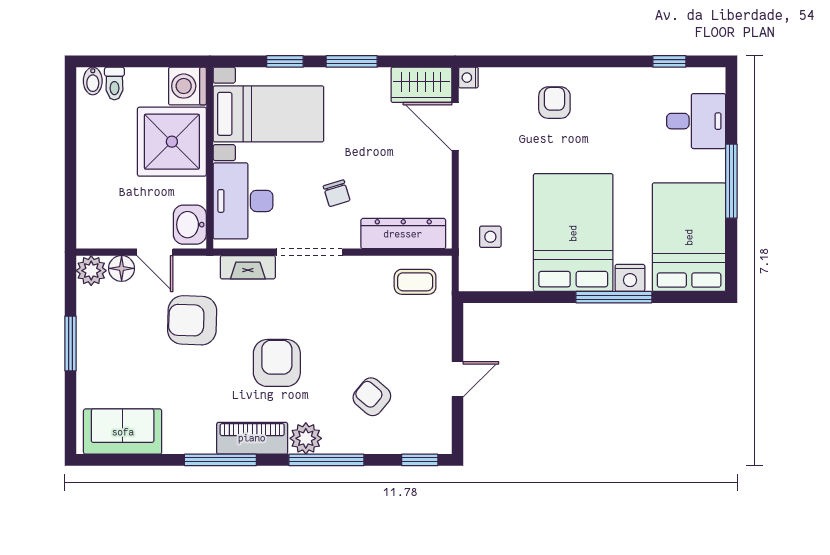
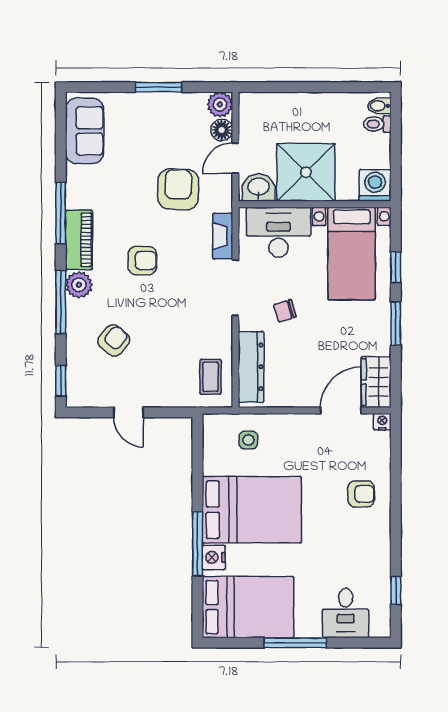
shower: (172, 142) -> (306, 172), moved
armchair: (277, 363) -> (142, 261), width x0.72, depth x0.72

